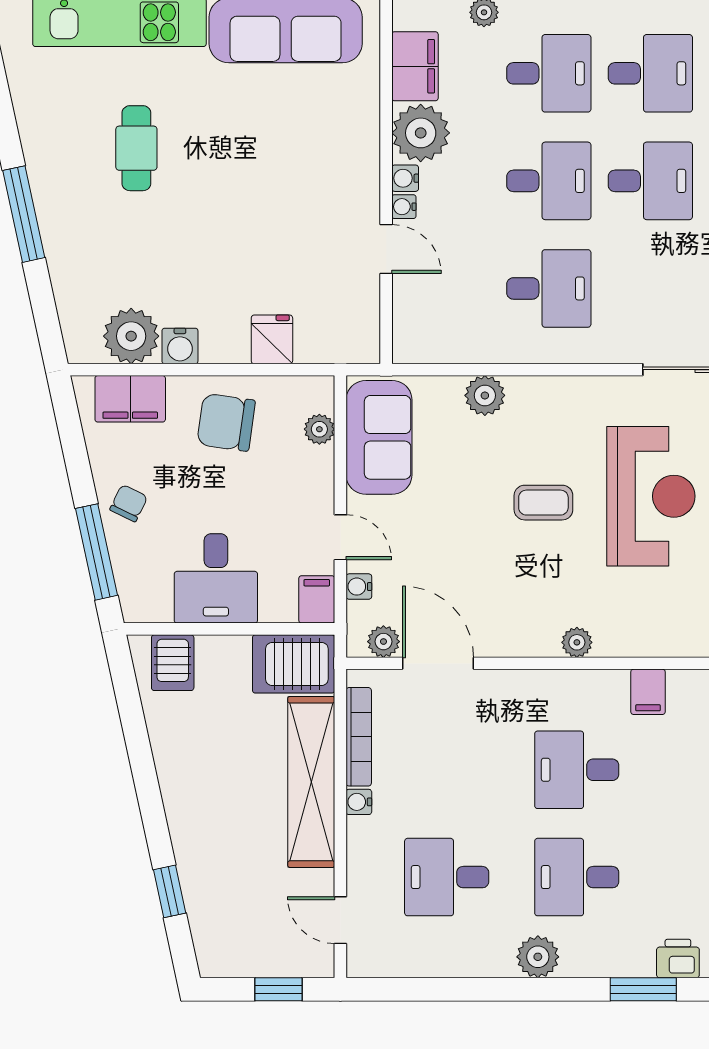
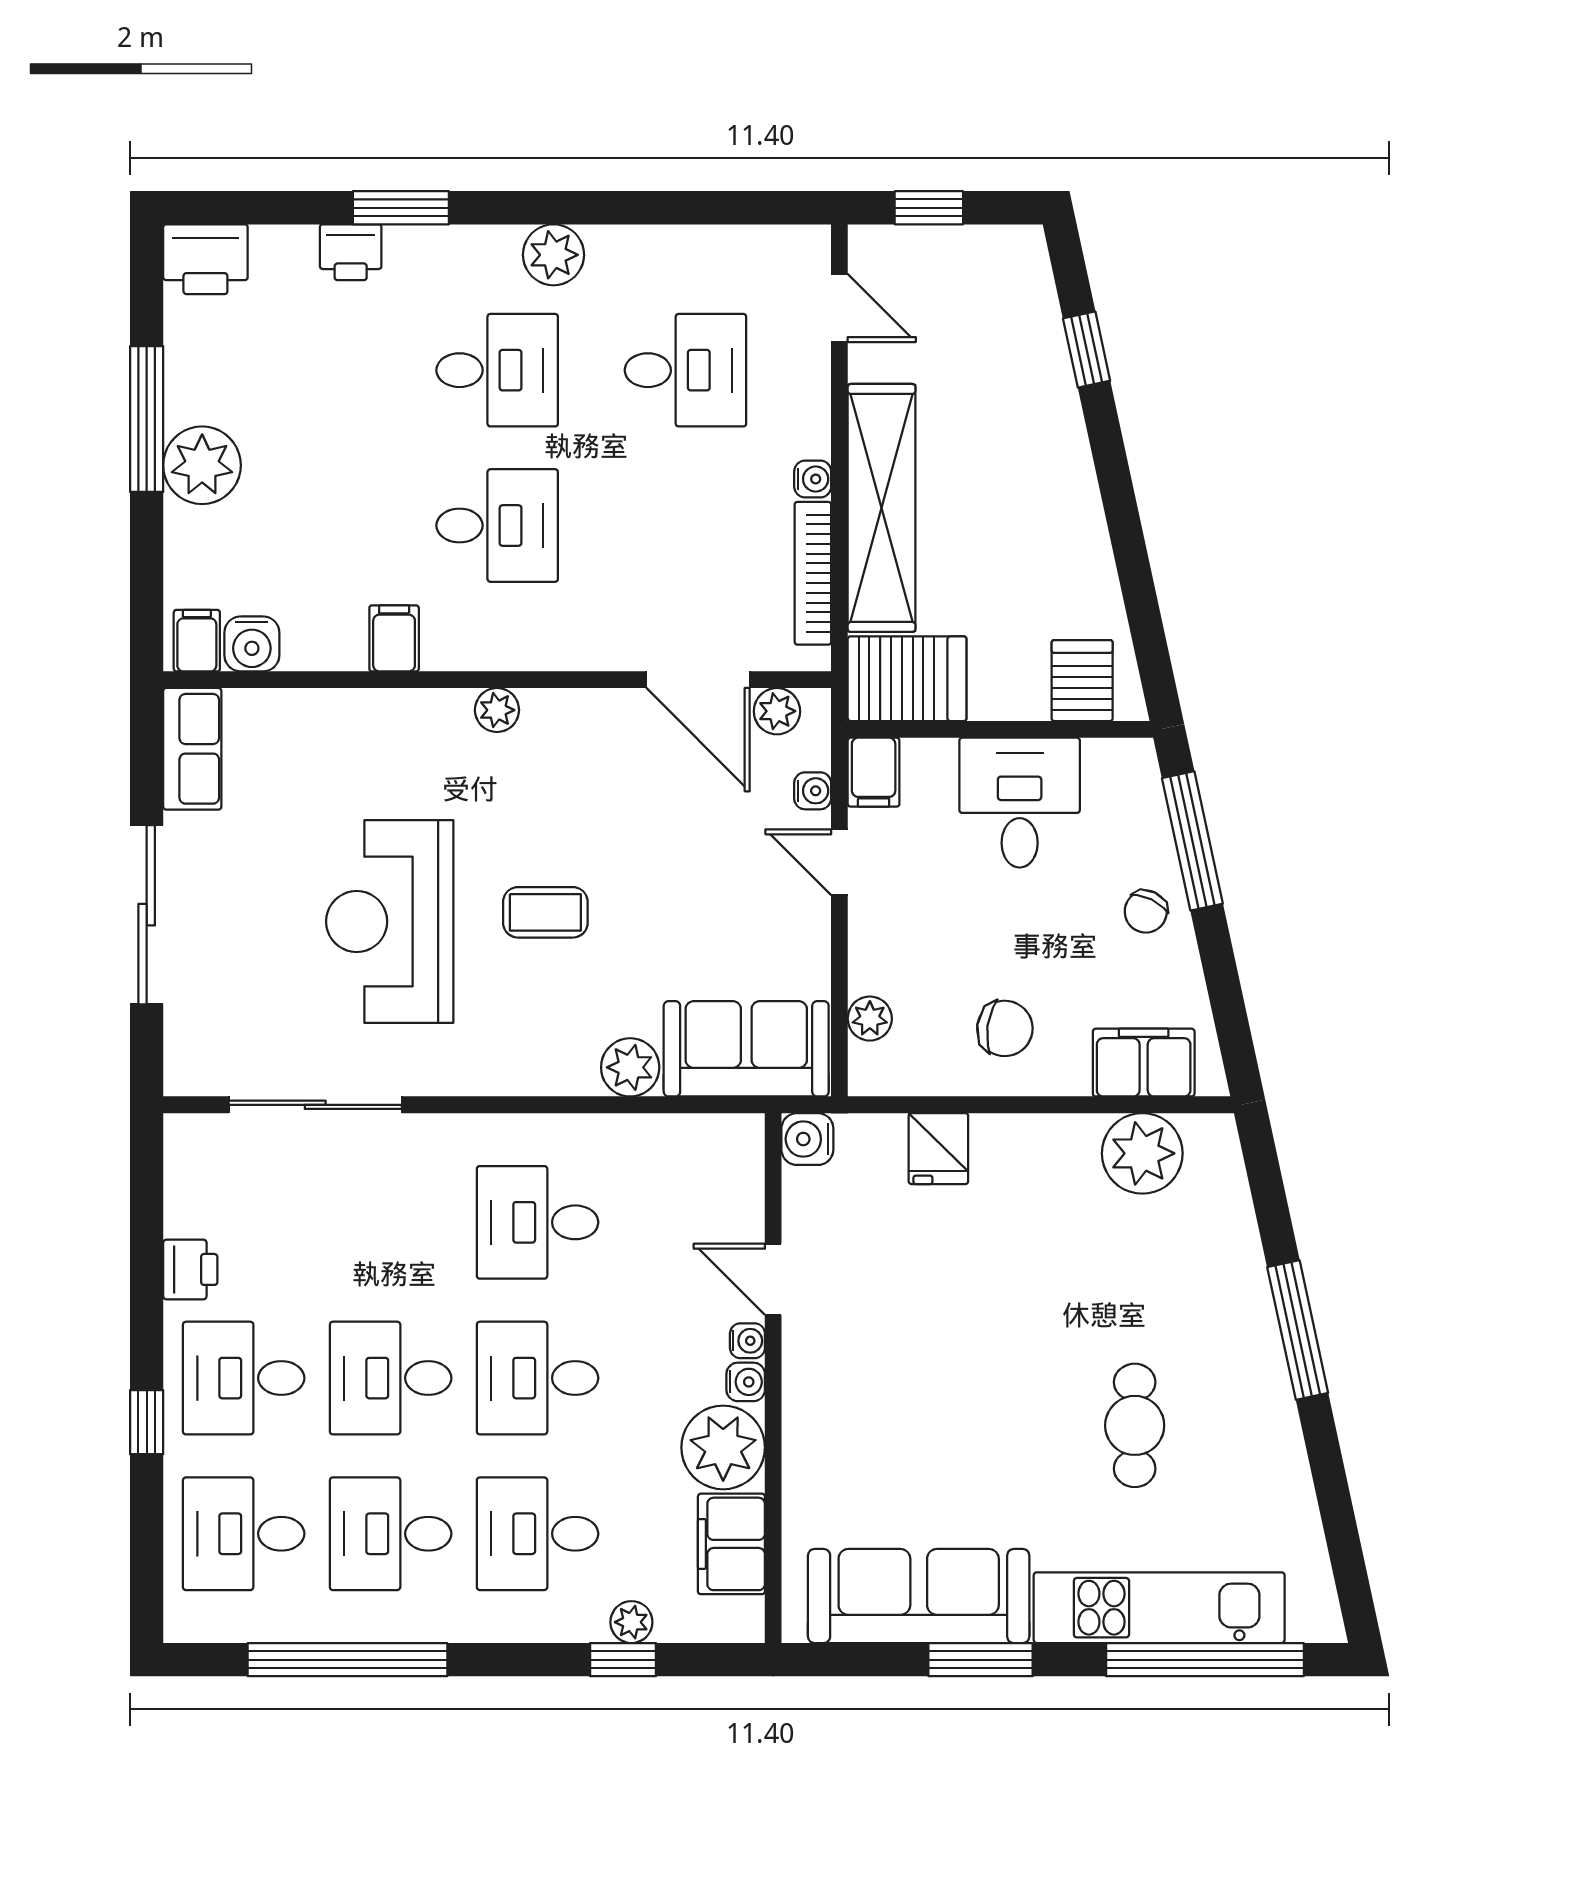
water cooler: (180, 346) -> (807, 1139), moved, turned -90
chair: (226, 422) -> (1005, 1028), width x0.73, depth x0.73
sofa: (379, 437) -> (746, 1049), moved, turned 90

